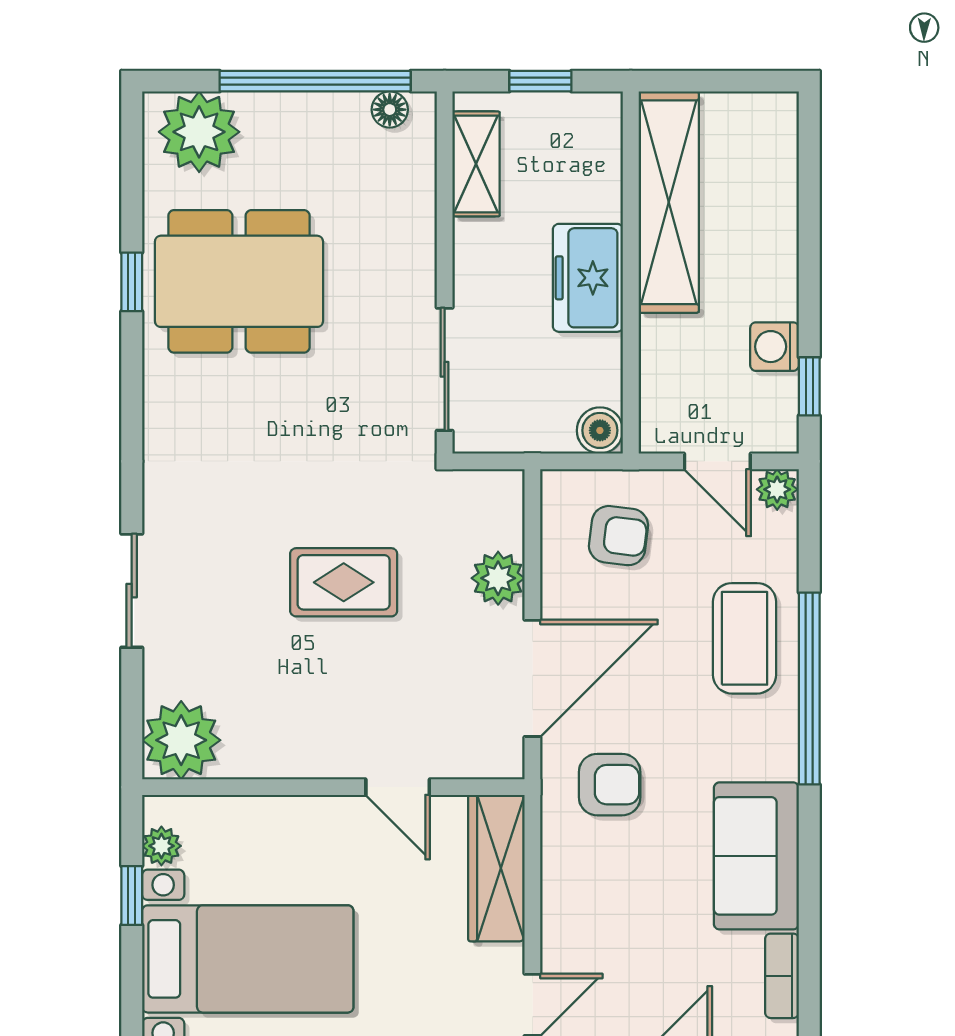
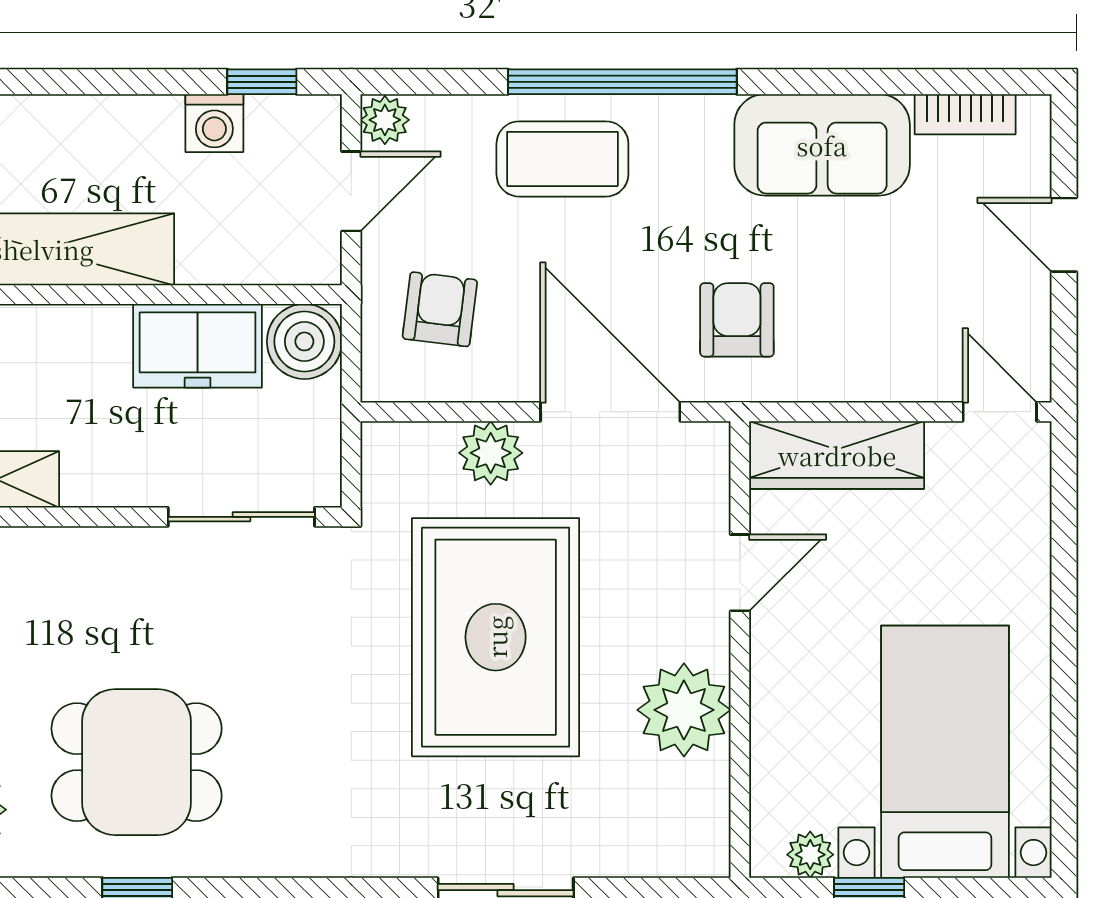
freezer: (588, 278) -> (198, 346), moved
dining table: (239, 281) -> (137, 762), width x0.73
boiler: (600, 430) -> (304, 341), width x1.36, depth x1.36
rug: (344, 582) -> (496, 637), width x1.86, depth x2.06
plant: (181, 740) -> (684, 710), moved

